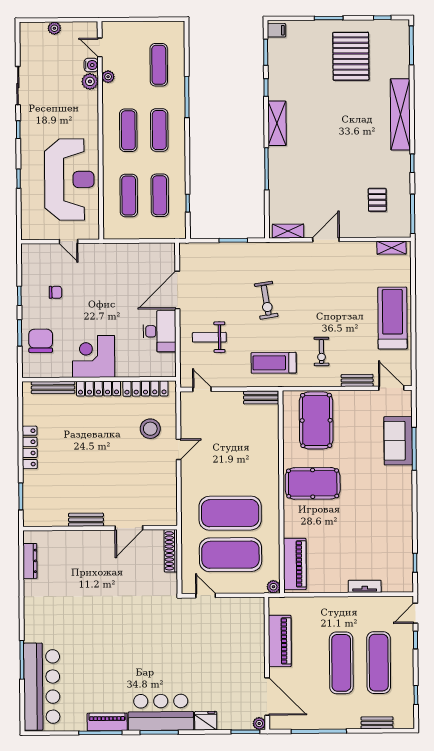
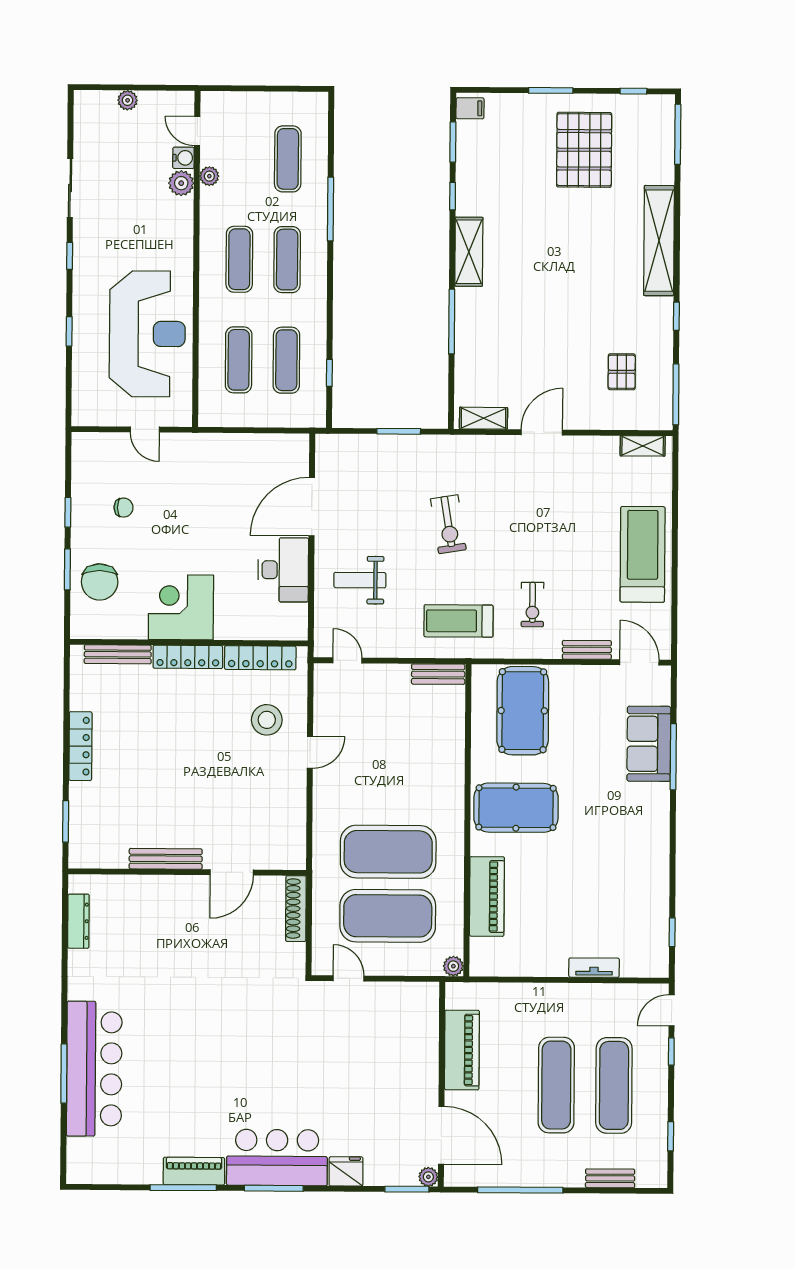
chair: (41, 341) -> (100, 582), turned 180
bench: (86, 520) -> (166, 859), width x1.36
piano: (295, 564) -> (487, 896), moved
bar counter: (42, 687) -> (94, 1069), moved

